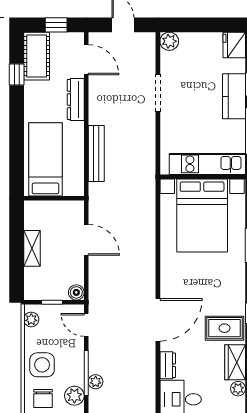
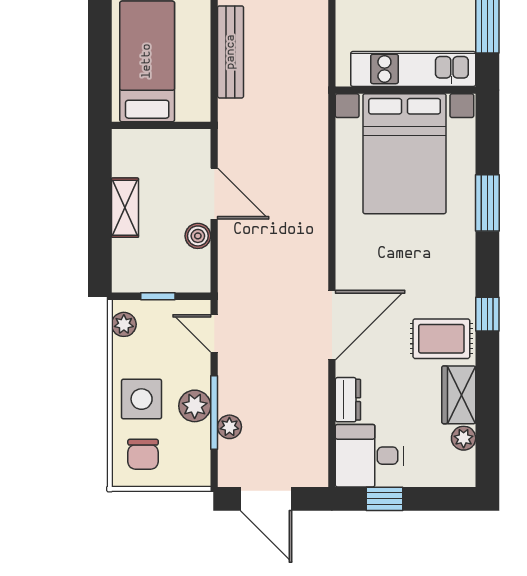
boiler: (76, 292) -> (198, 236), moved
plant: (74, 396) -> (195, 406), moved

